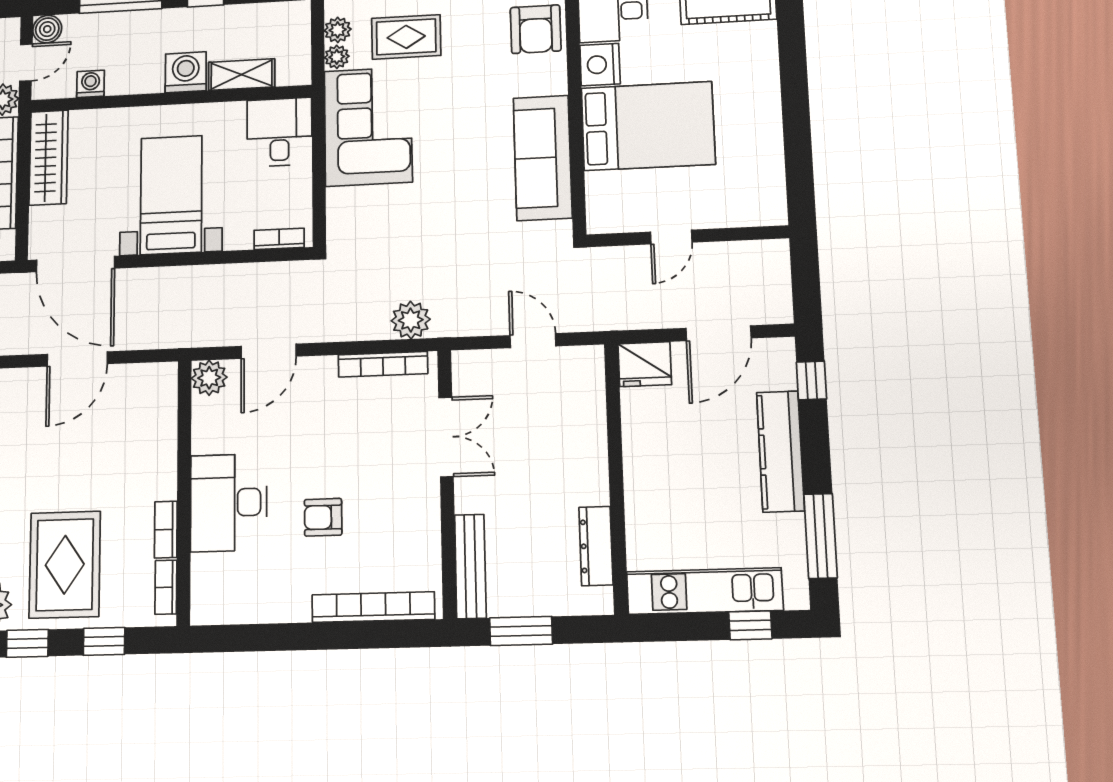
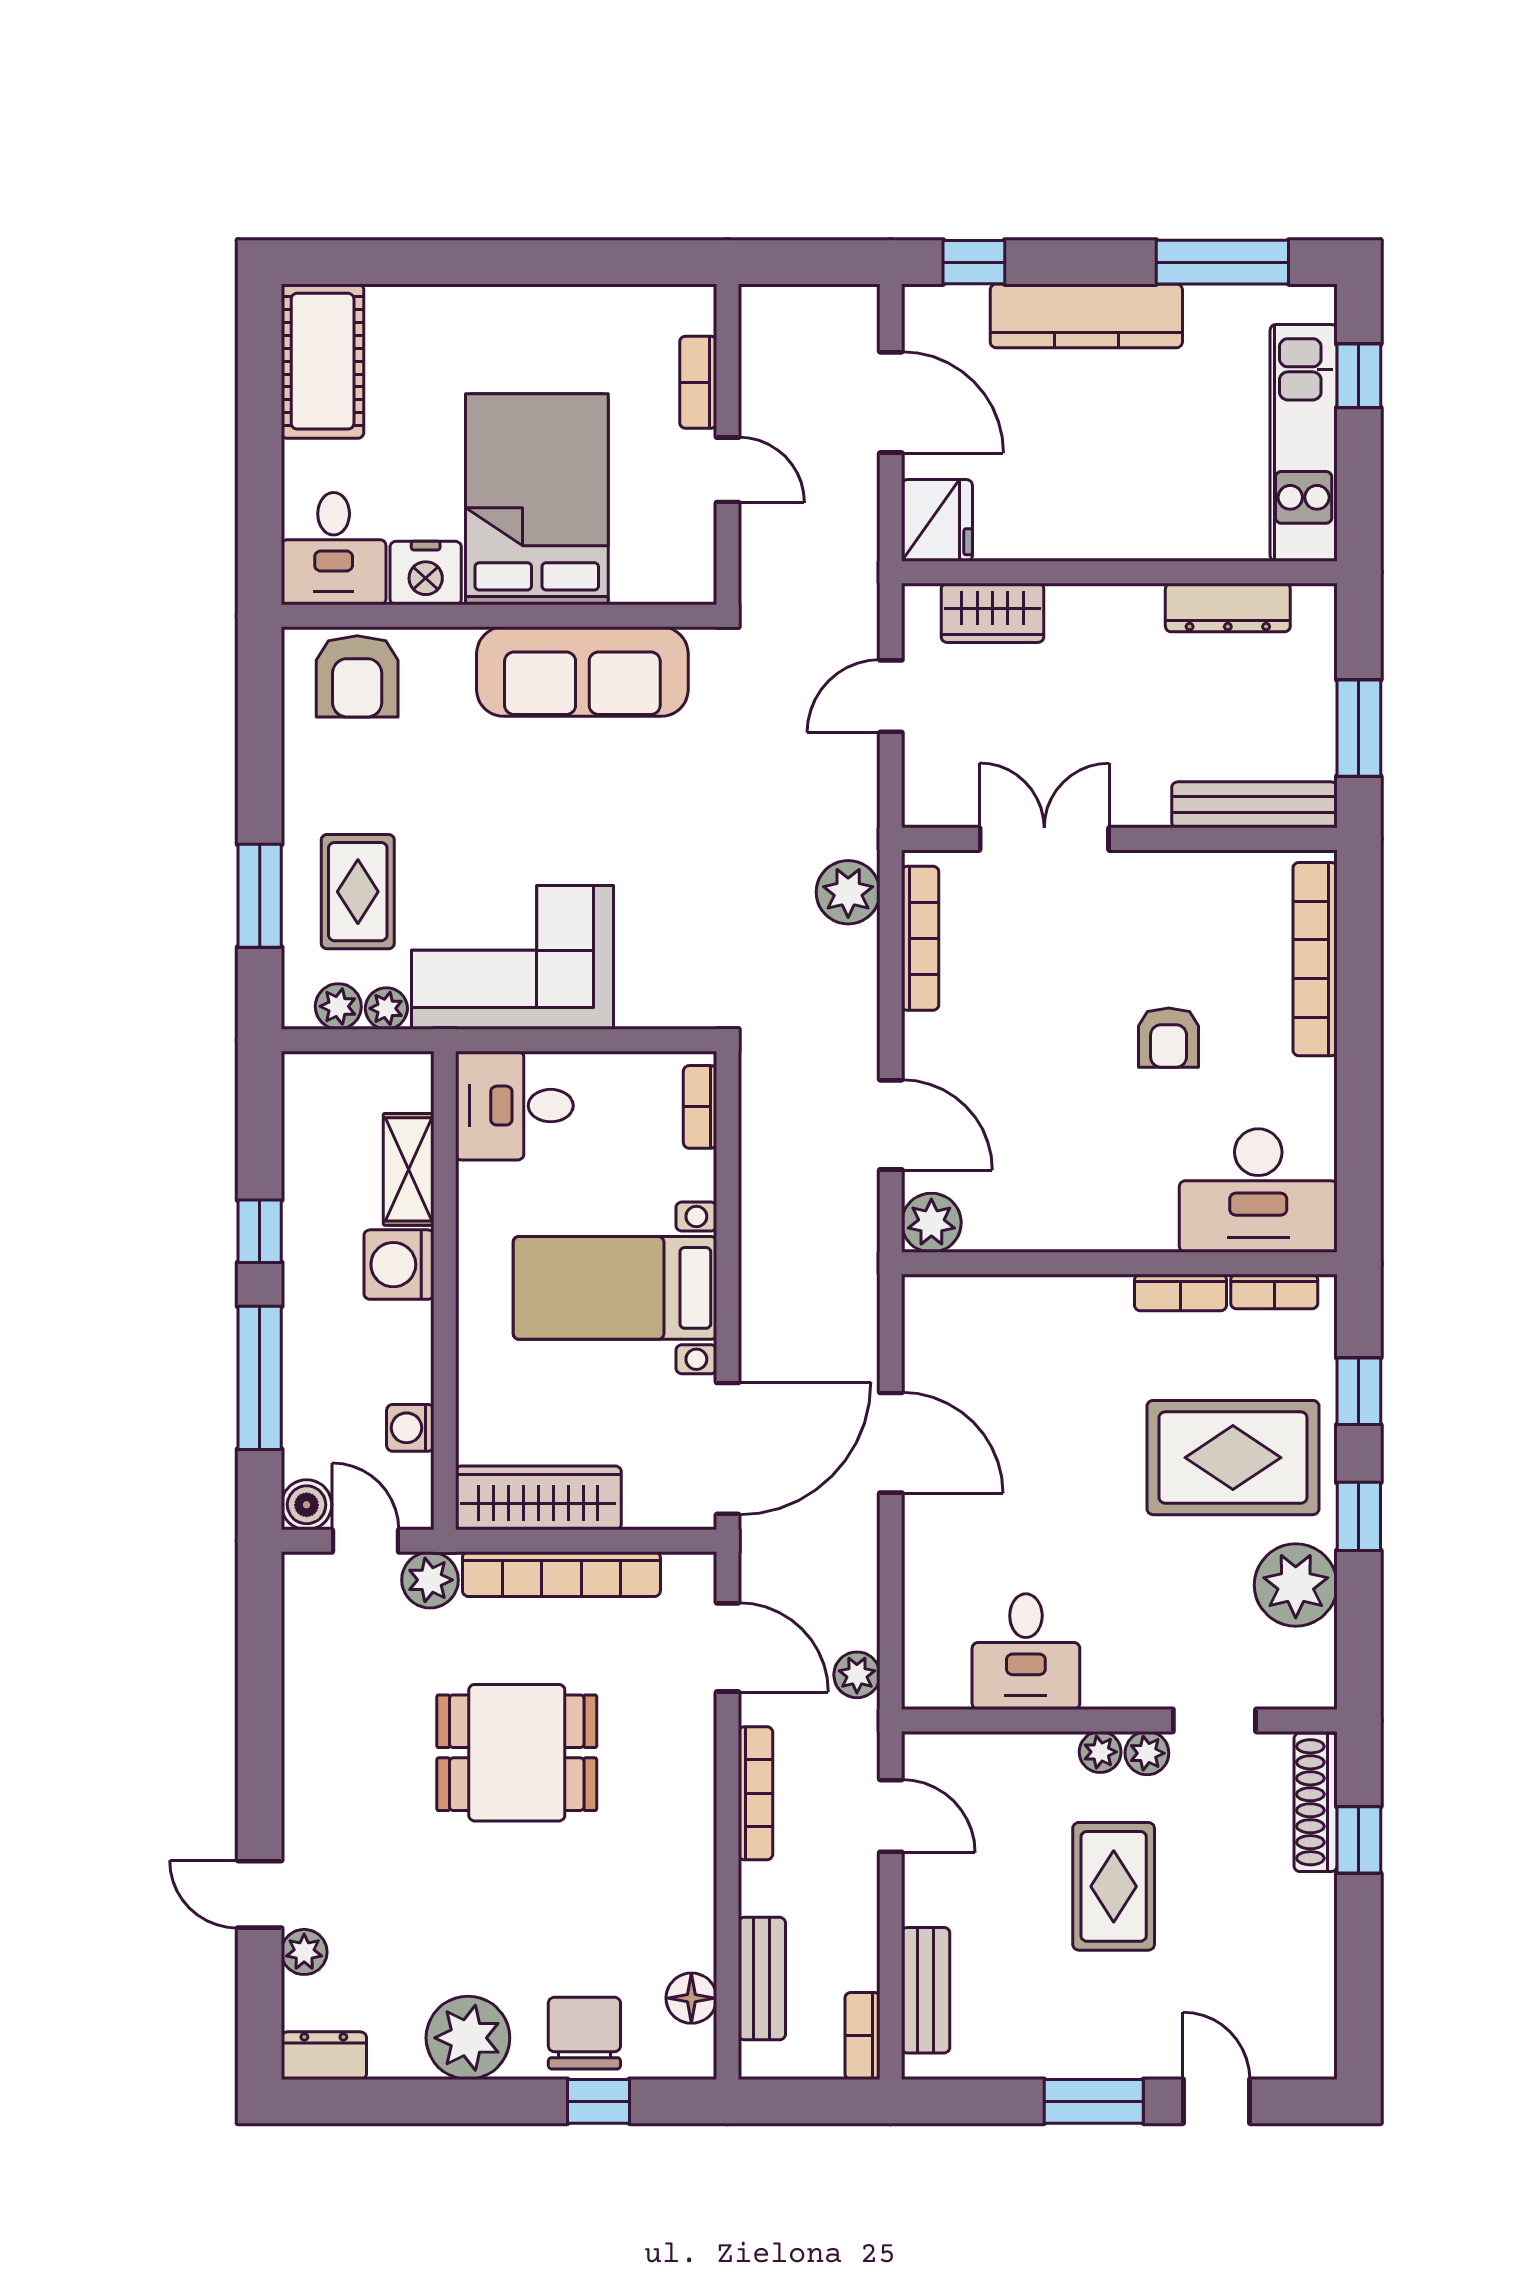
armchair: (536, 29) -> (357, 676), turned 90
bookcase: (726, 217) -> (698, 382), added
wardrobe: (587, 400) -> (992, 613), added
desk: (228, 503) -> (1258, 1191), moved

